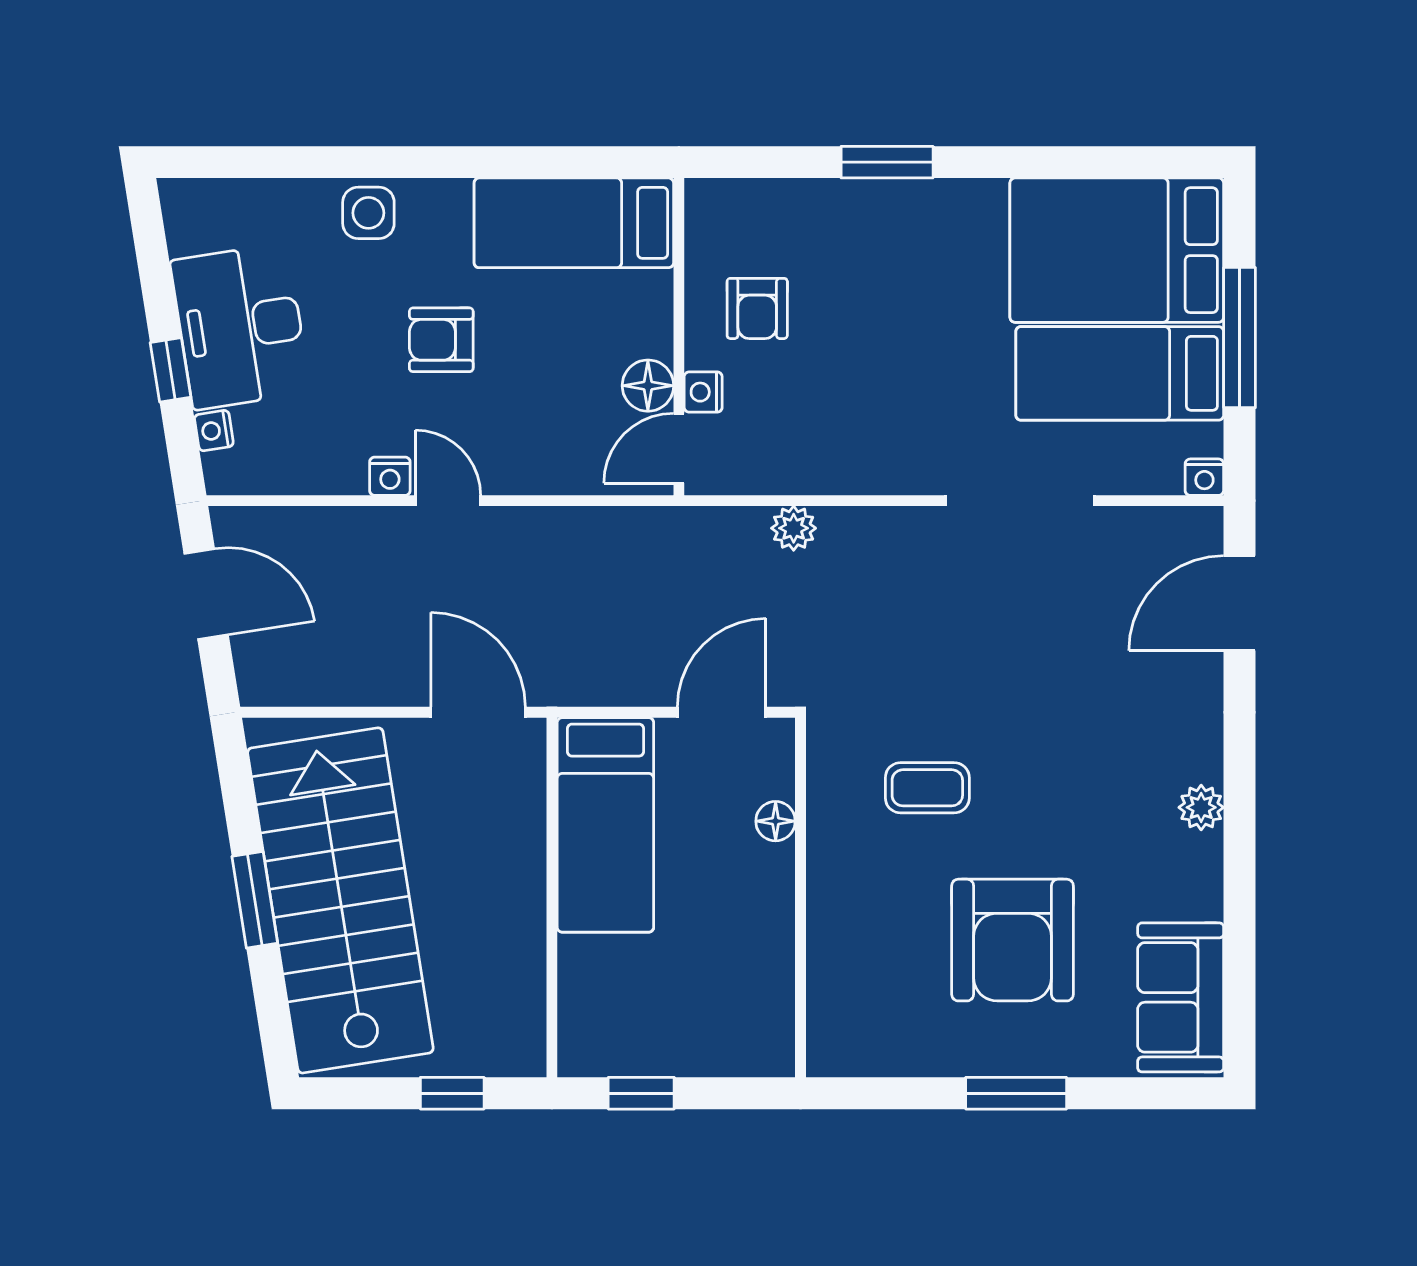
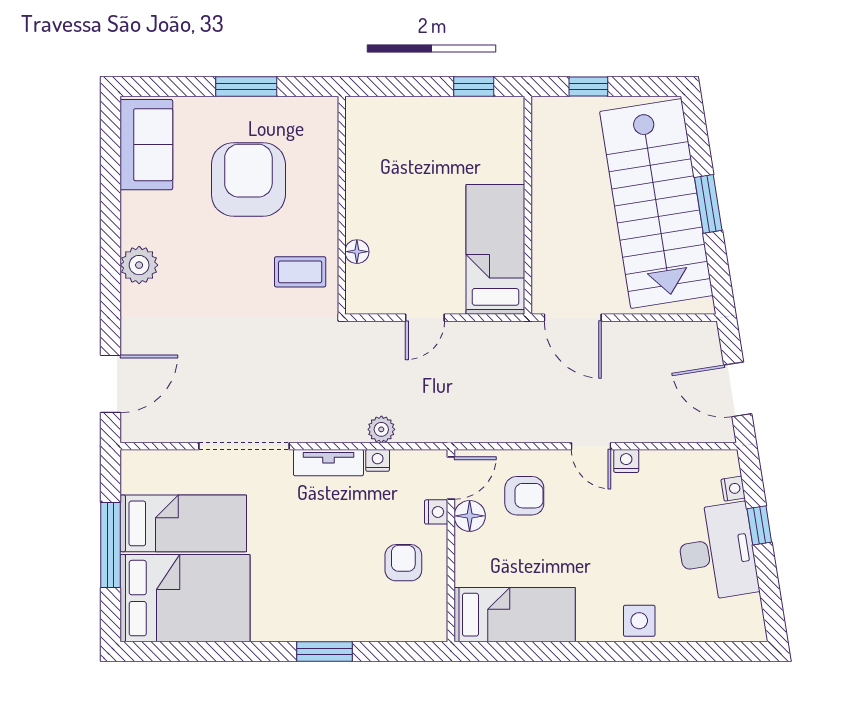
armchair: (441, 340) -> (524, 496), moved
tv unit: (881, 473) -> (328, 463), added
nightstand: (1204, 477) -> (378, 460), moved
door: (722, 712) -> (425, 318), width x0.73
plant: (1201, 807) -> (139, 265), width x1.38, depth x1.38
floor lamp: (776, 821) -> (357, 252), moved
wall: (801, 897) -> (342, 205), moved

